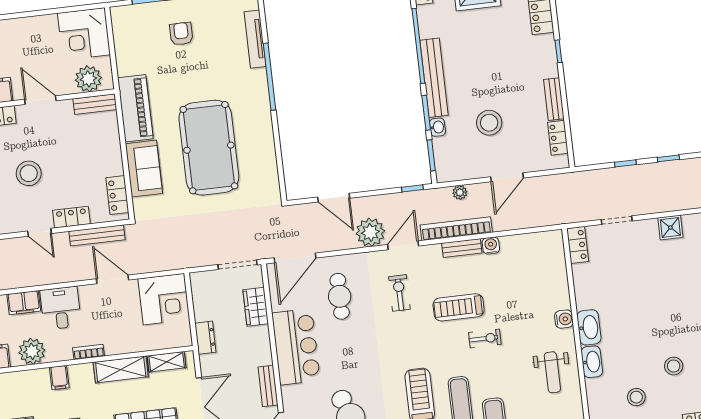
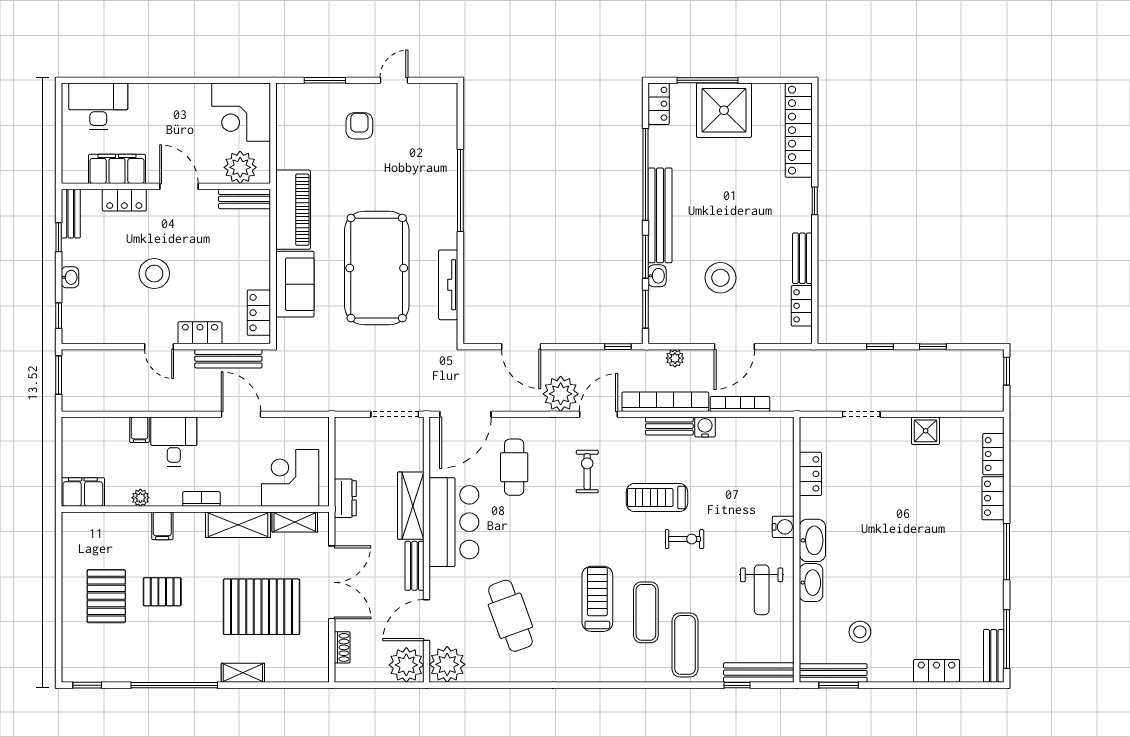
tv unit: (255, 39) -> (448, 285), moved
bookcase: (517, 223) -> (740, 404), added
locker: (578, 245) -> (810, 474), moved
corner desk: (164, 299) -> (290, 478), moved, turned 180
filing cabinet: (24, 303) -> (140, 430), width x0.50
wardrobe: (256, 307) -> (411, 506), moved, width x1.50
plant: (32, 351) -> (140, 498), width x0.53, depth x0.53
stool: (674, 366) -> (910, 599), removed

